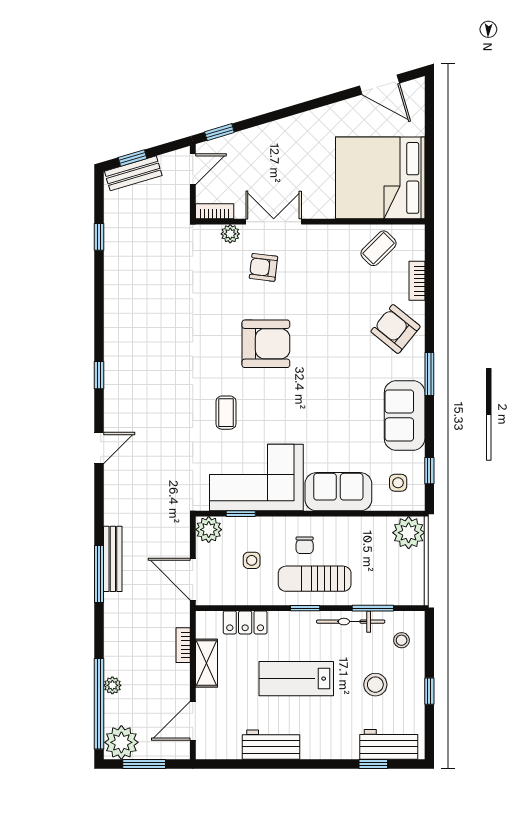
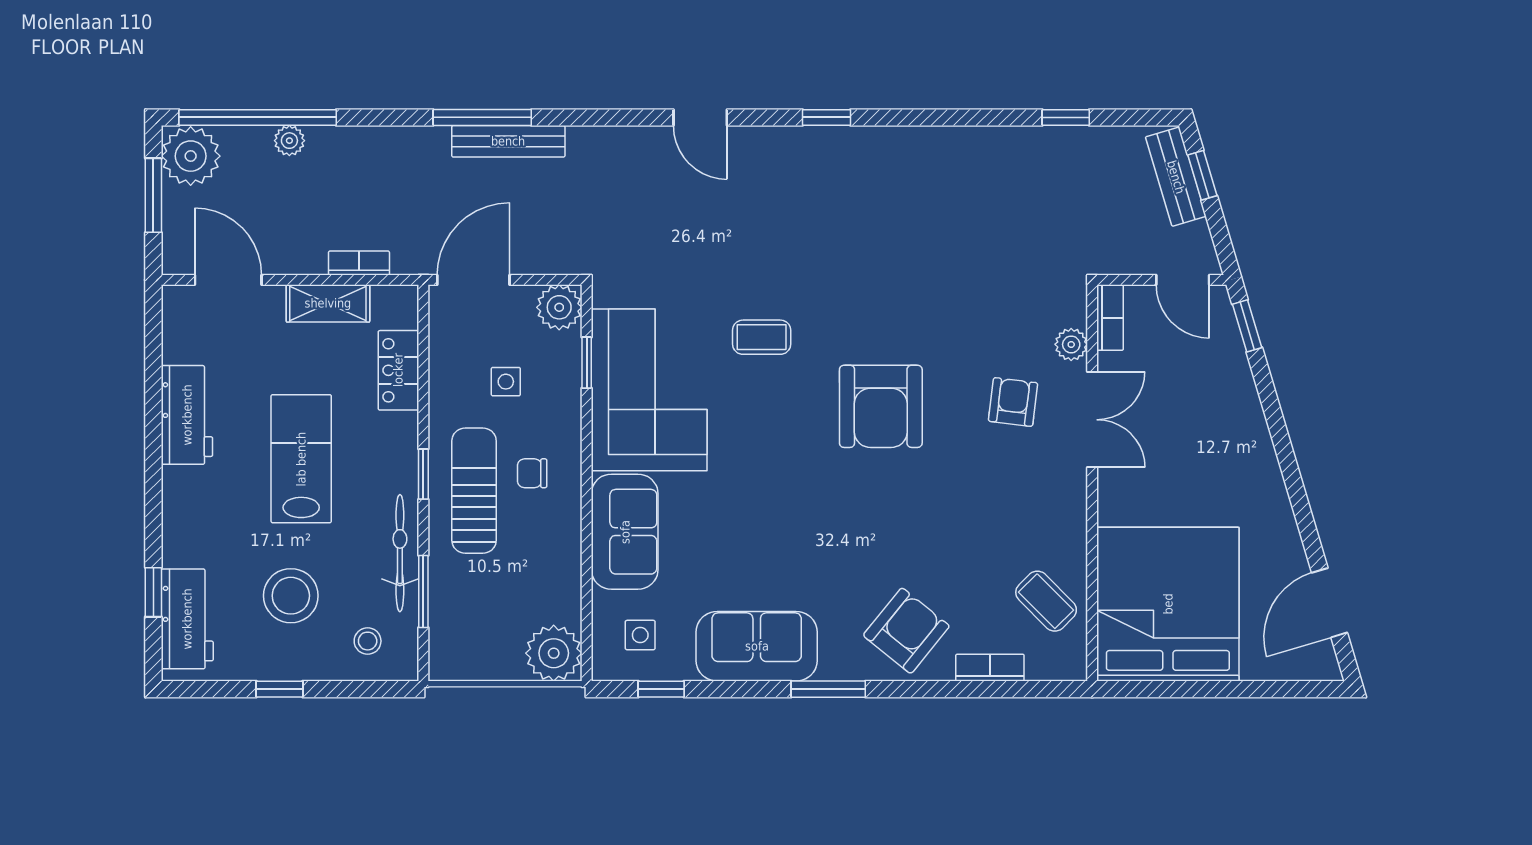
stool: (375, 685) -> (291, 596), width x1.38, depth x1.38

